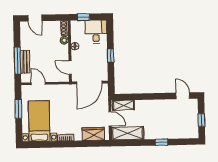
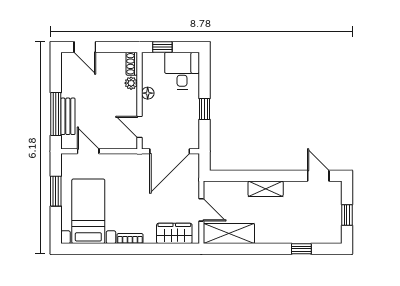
shelving: (123, 105) -> (266, 189), moved
window: (162, 142) -> (301, 249), moved

